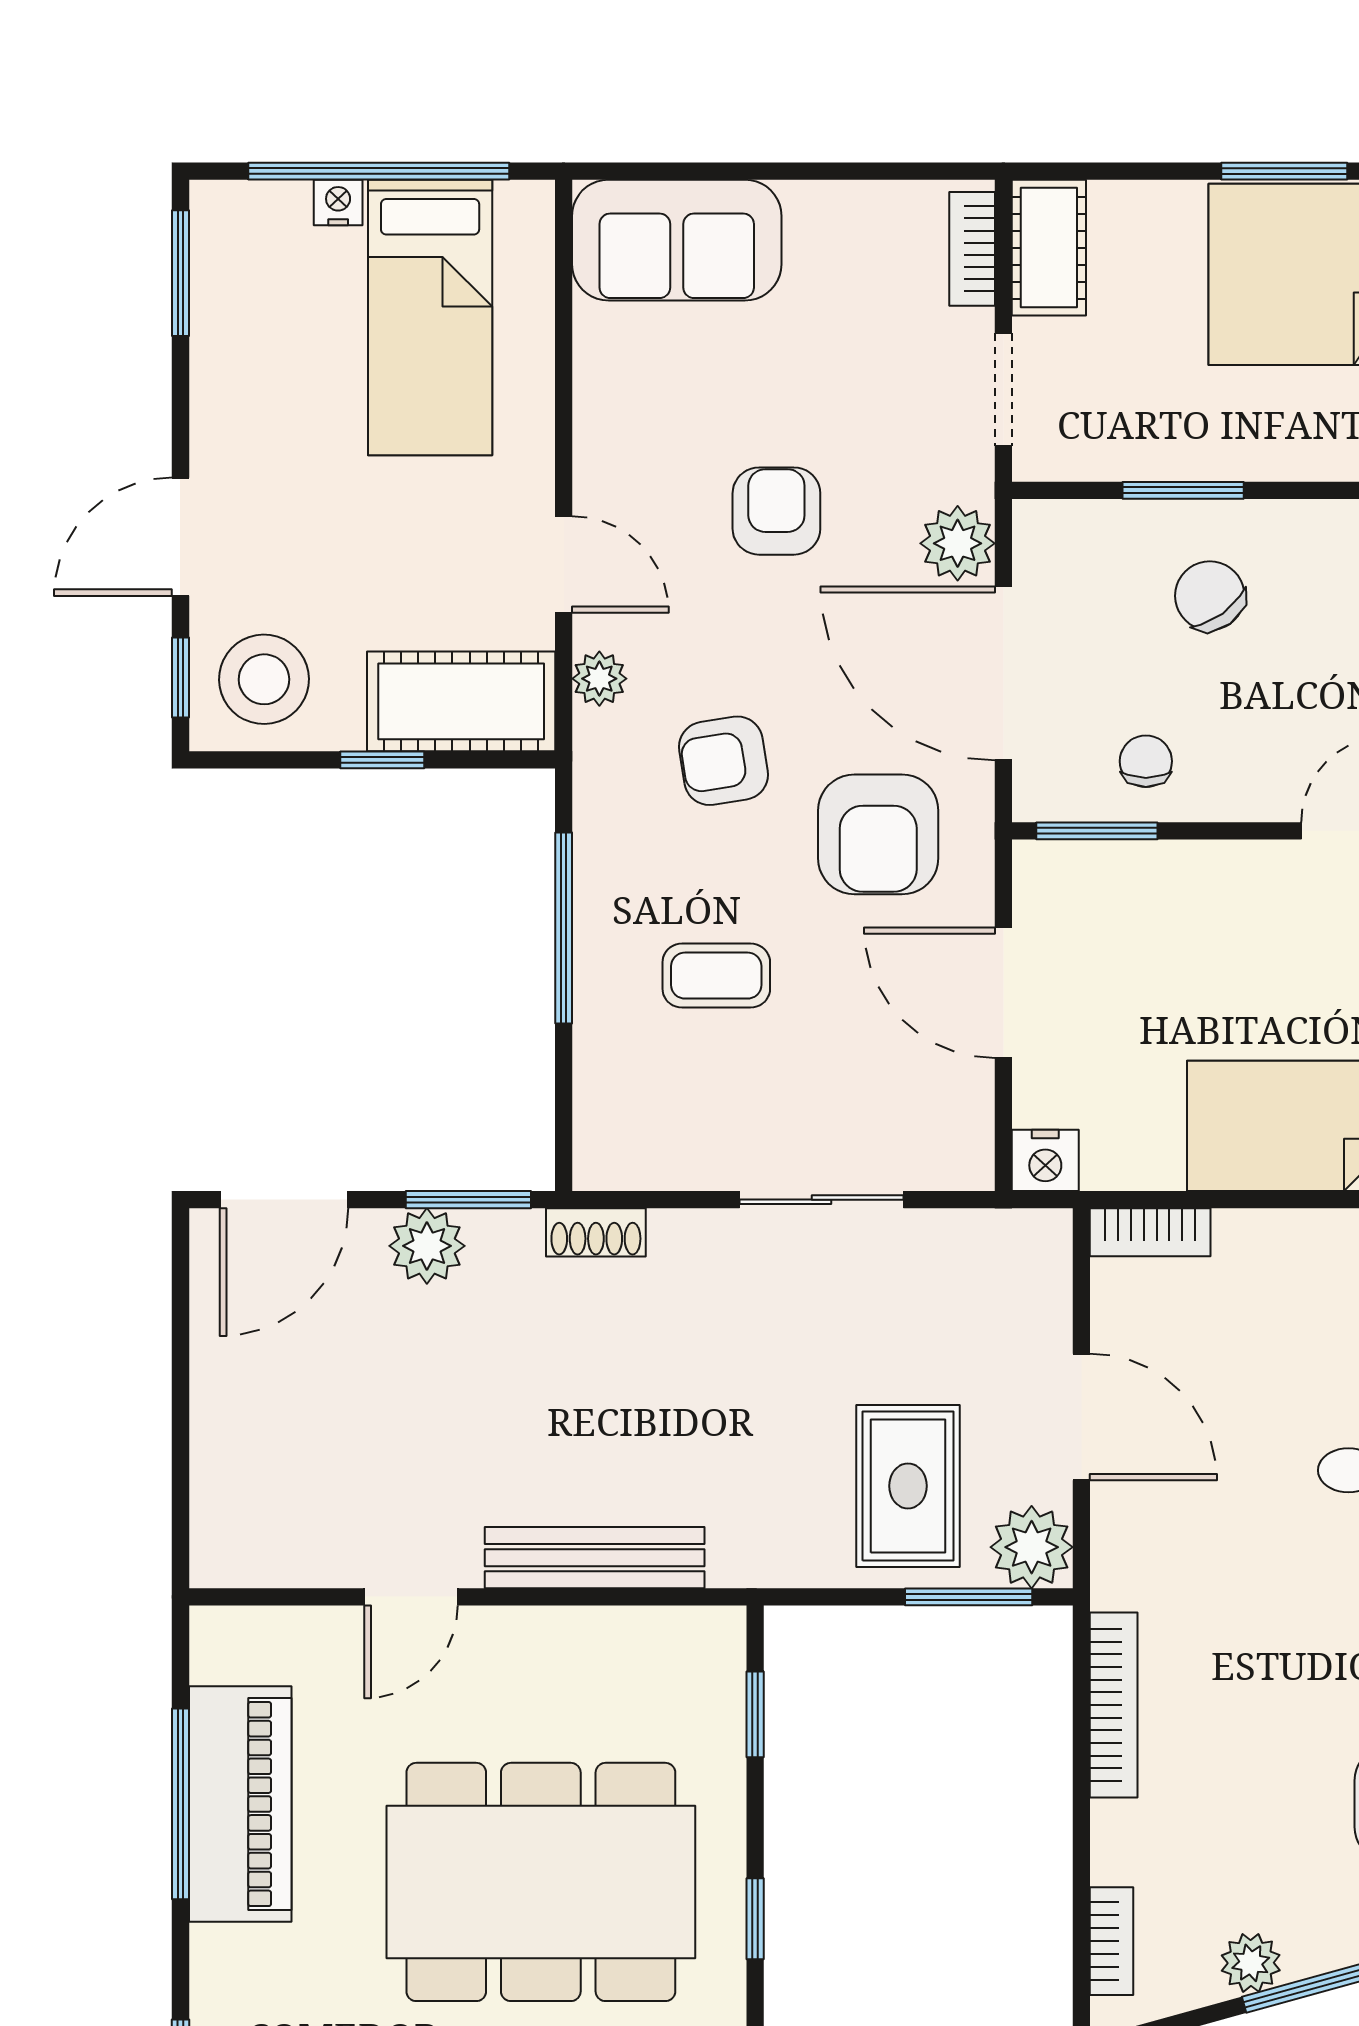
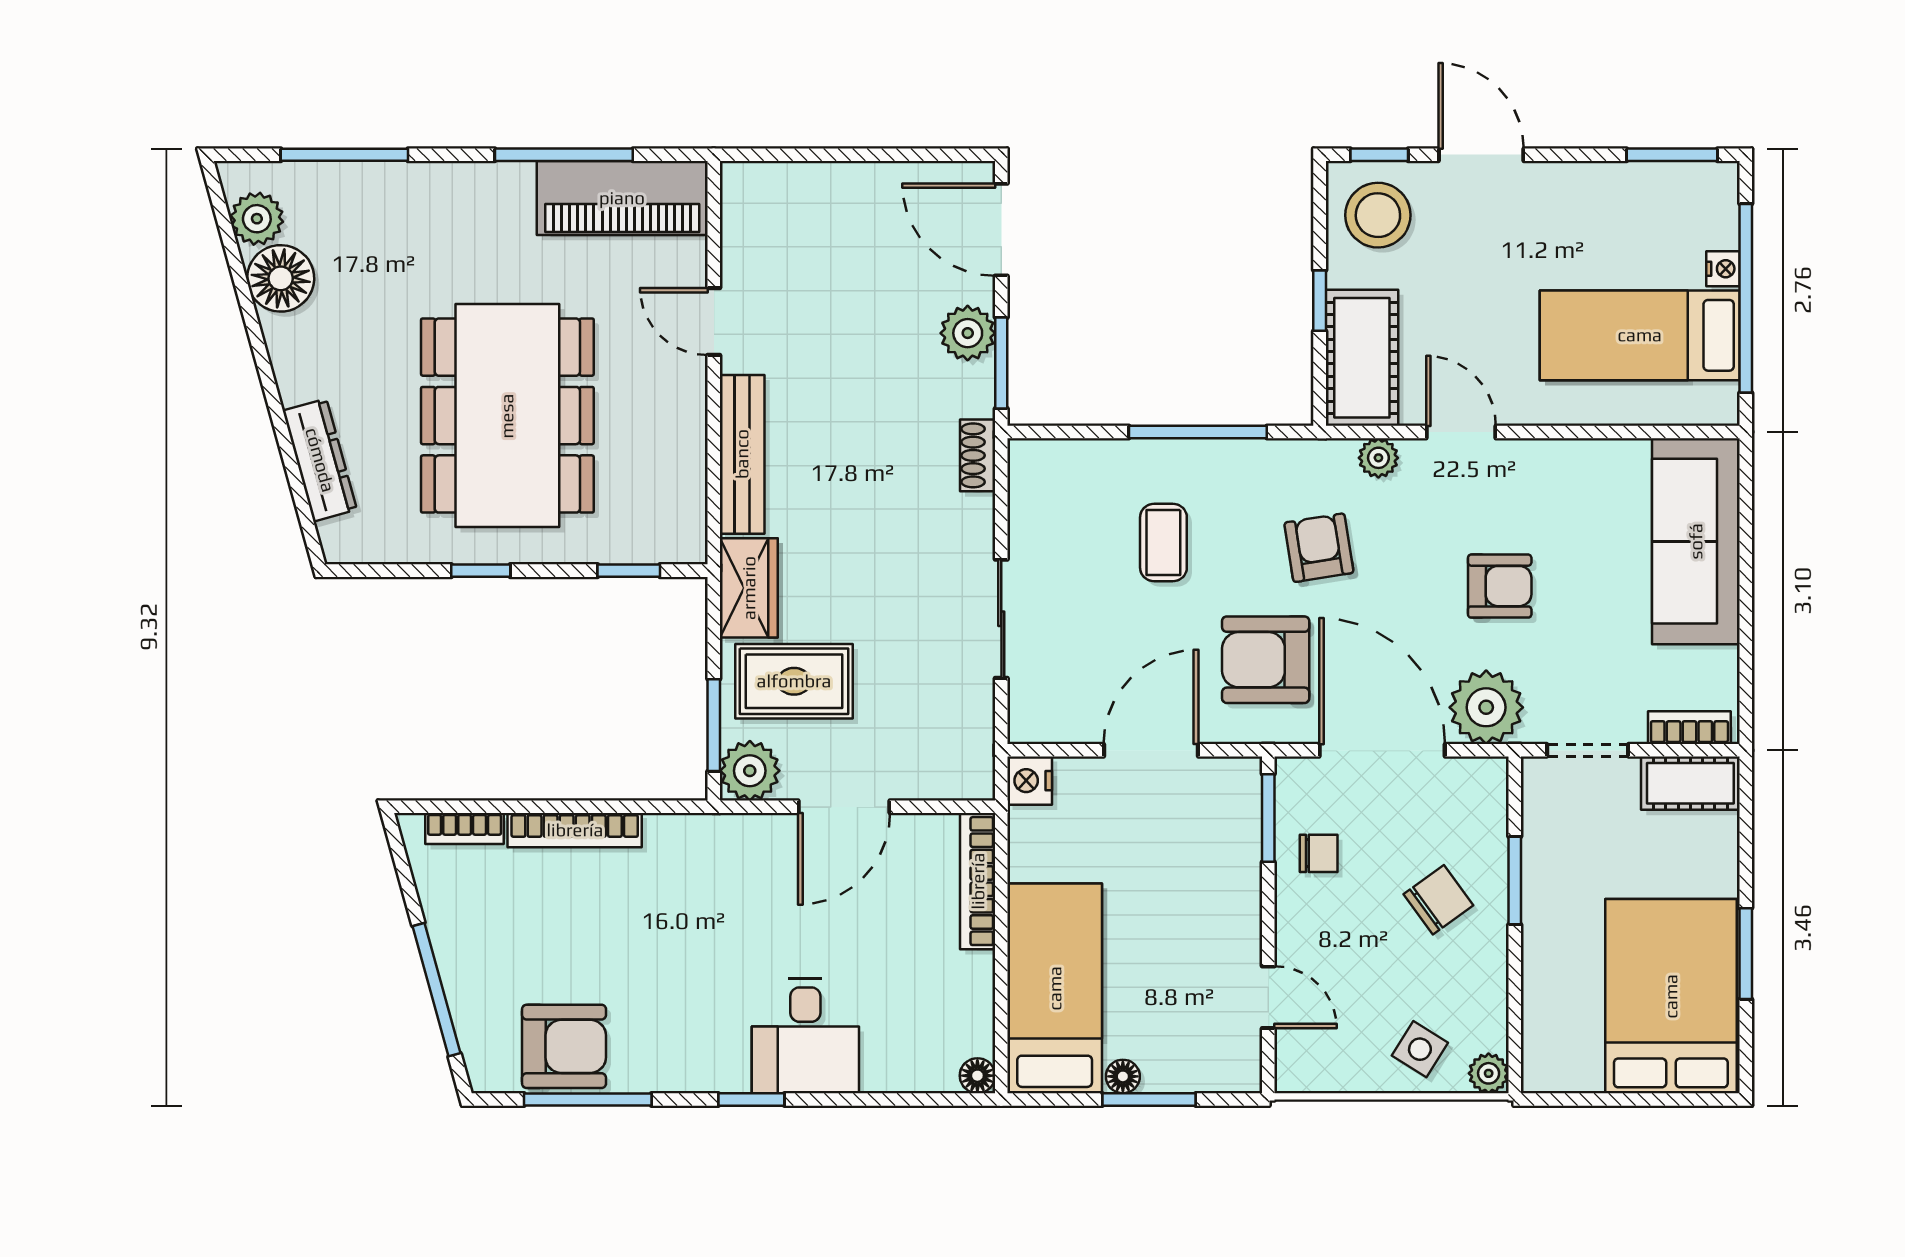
sofa: (677, 240) -> (1696, 541), width x1.36
plant: (958, 543) -> (1486, 707), width x1.36, depth x1.36
door: (564, 564) -> (1461, 432), swing flipped
door: (1003, 673) -> (1382, 750), hinge flipped
bookcase: (1150, 1232) -> (978, 881), width x1.56
wardrobe: (779, 1548) -> (749, 588), added
bookcase: (1114, 1705) -> (575, 830), moved
piano: (240, 1804) -> (622, 198), moved
plant: (1251, 1963) -> (449, 929), removed

